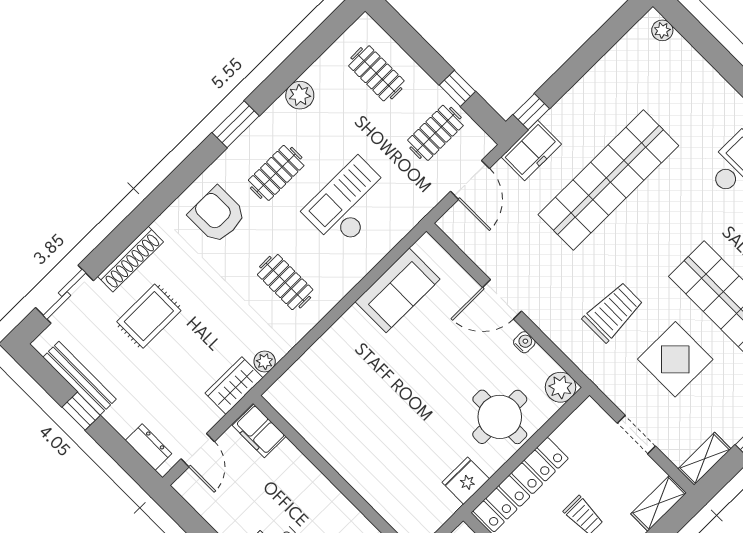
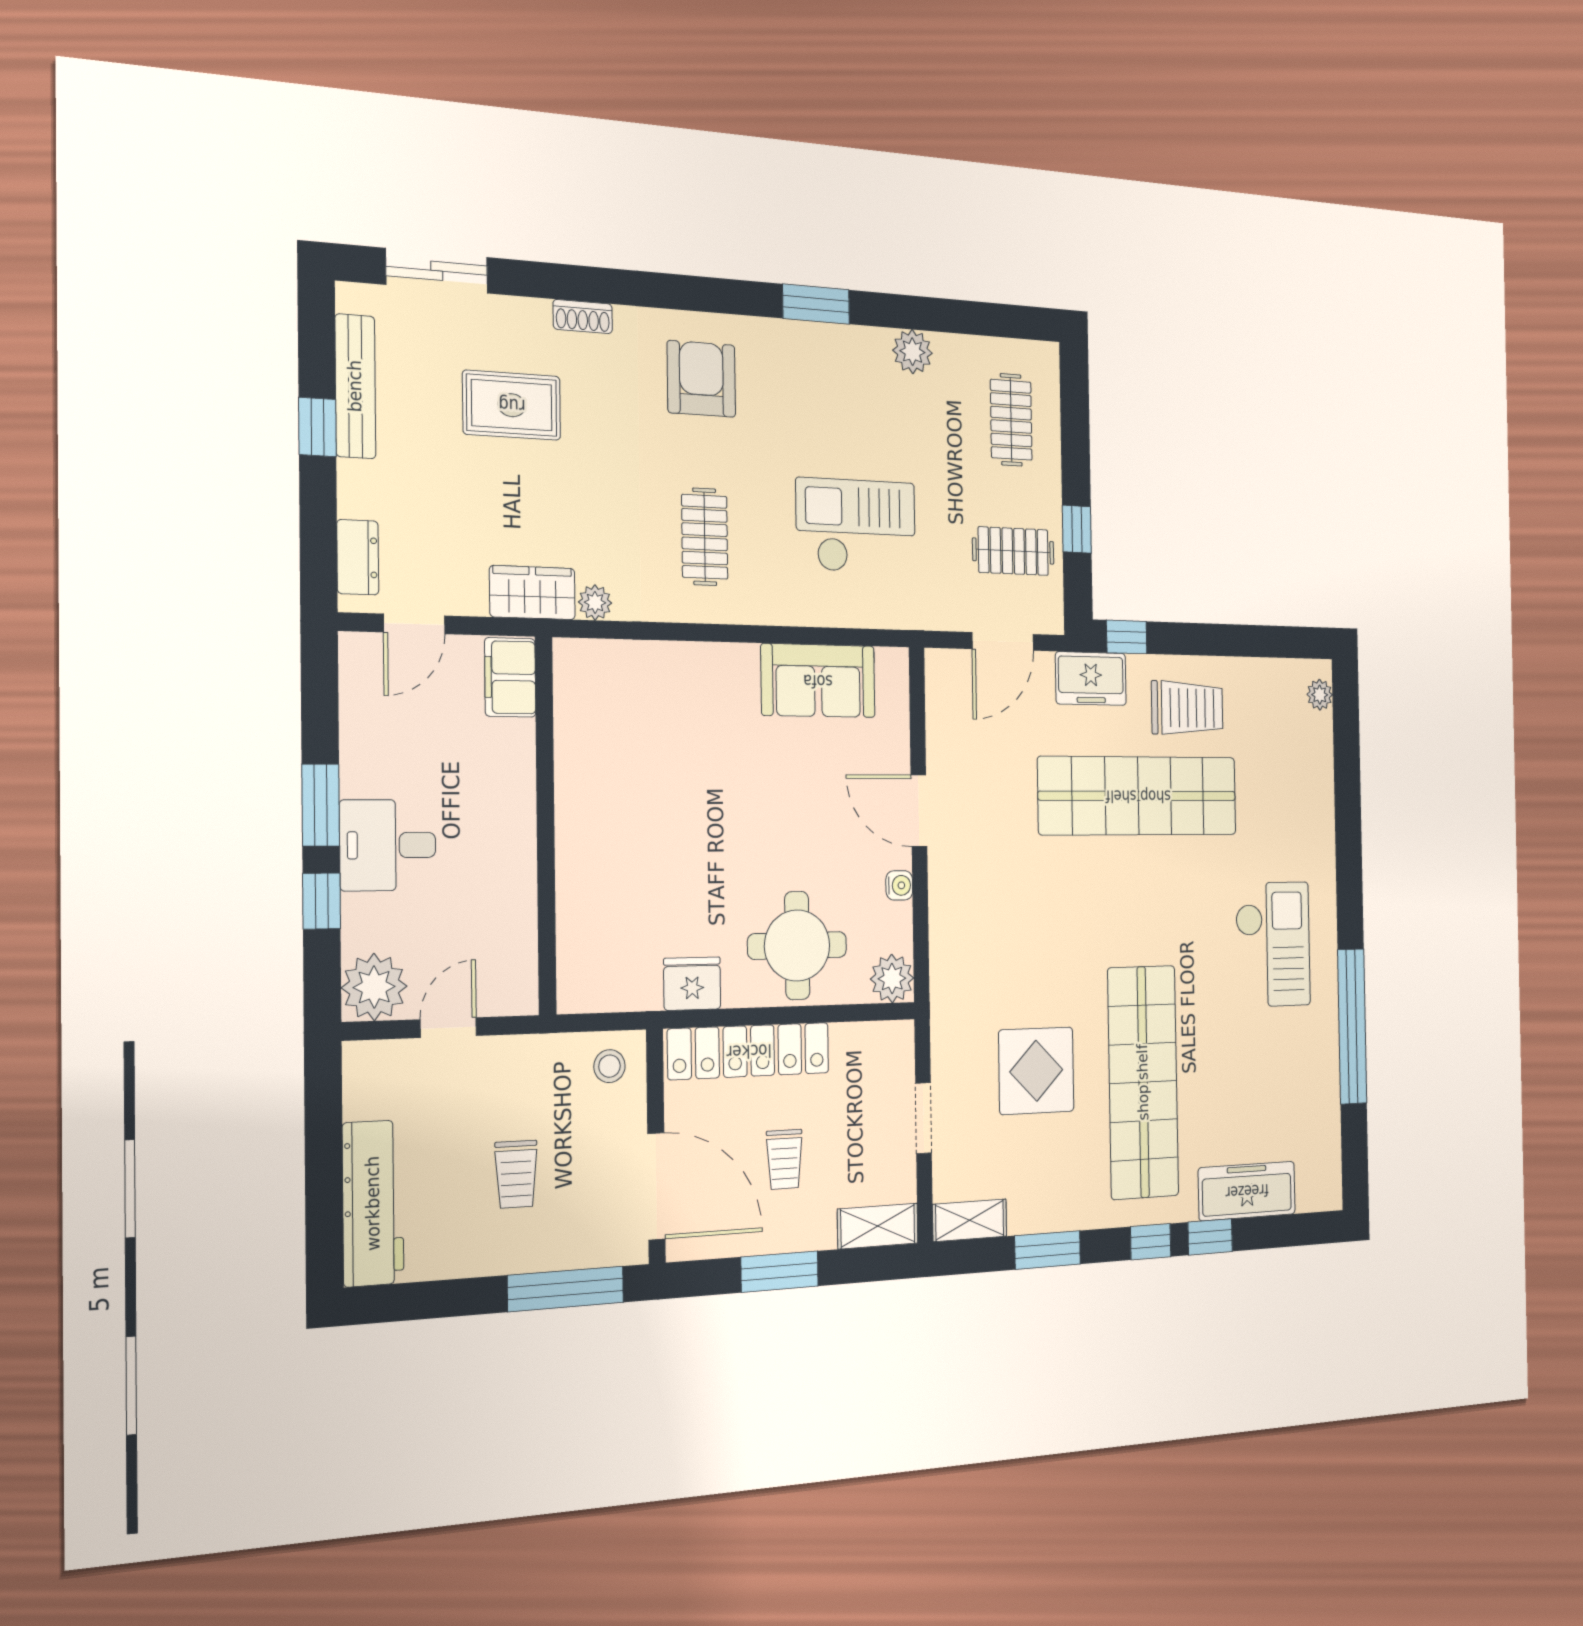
clothes rail: (276, 173) -> (809, 406), removed
shoe rack: (131, 259) -> (583, 316), width x0.51, depth x0.81
trolley: (613, 312) -> (1187, 708), moved

